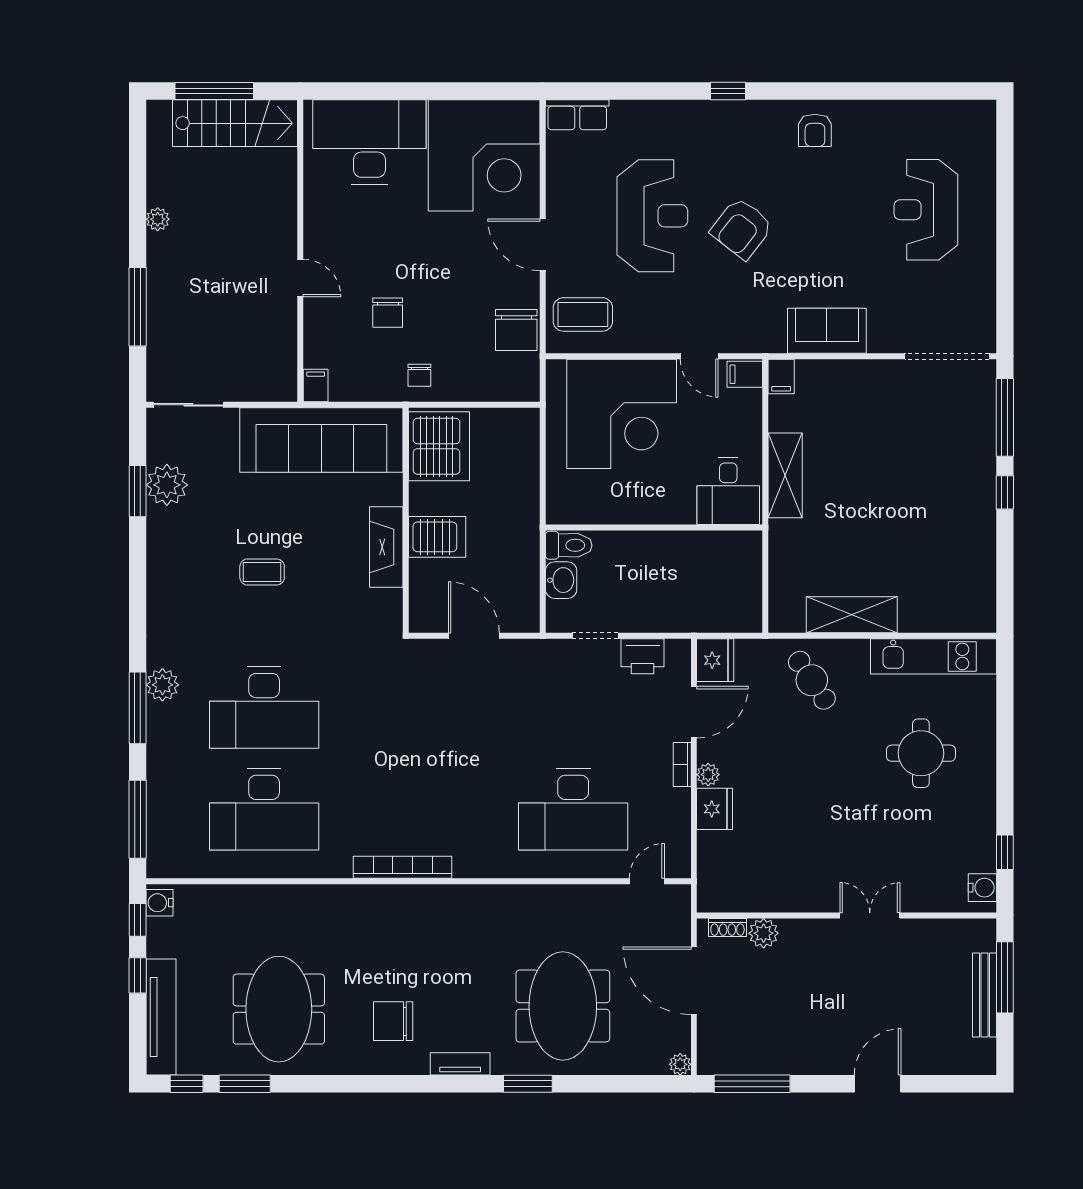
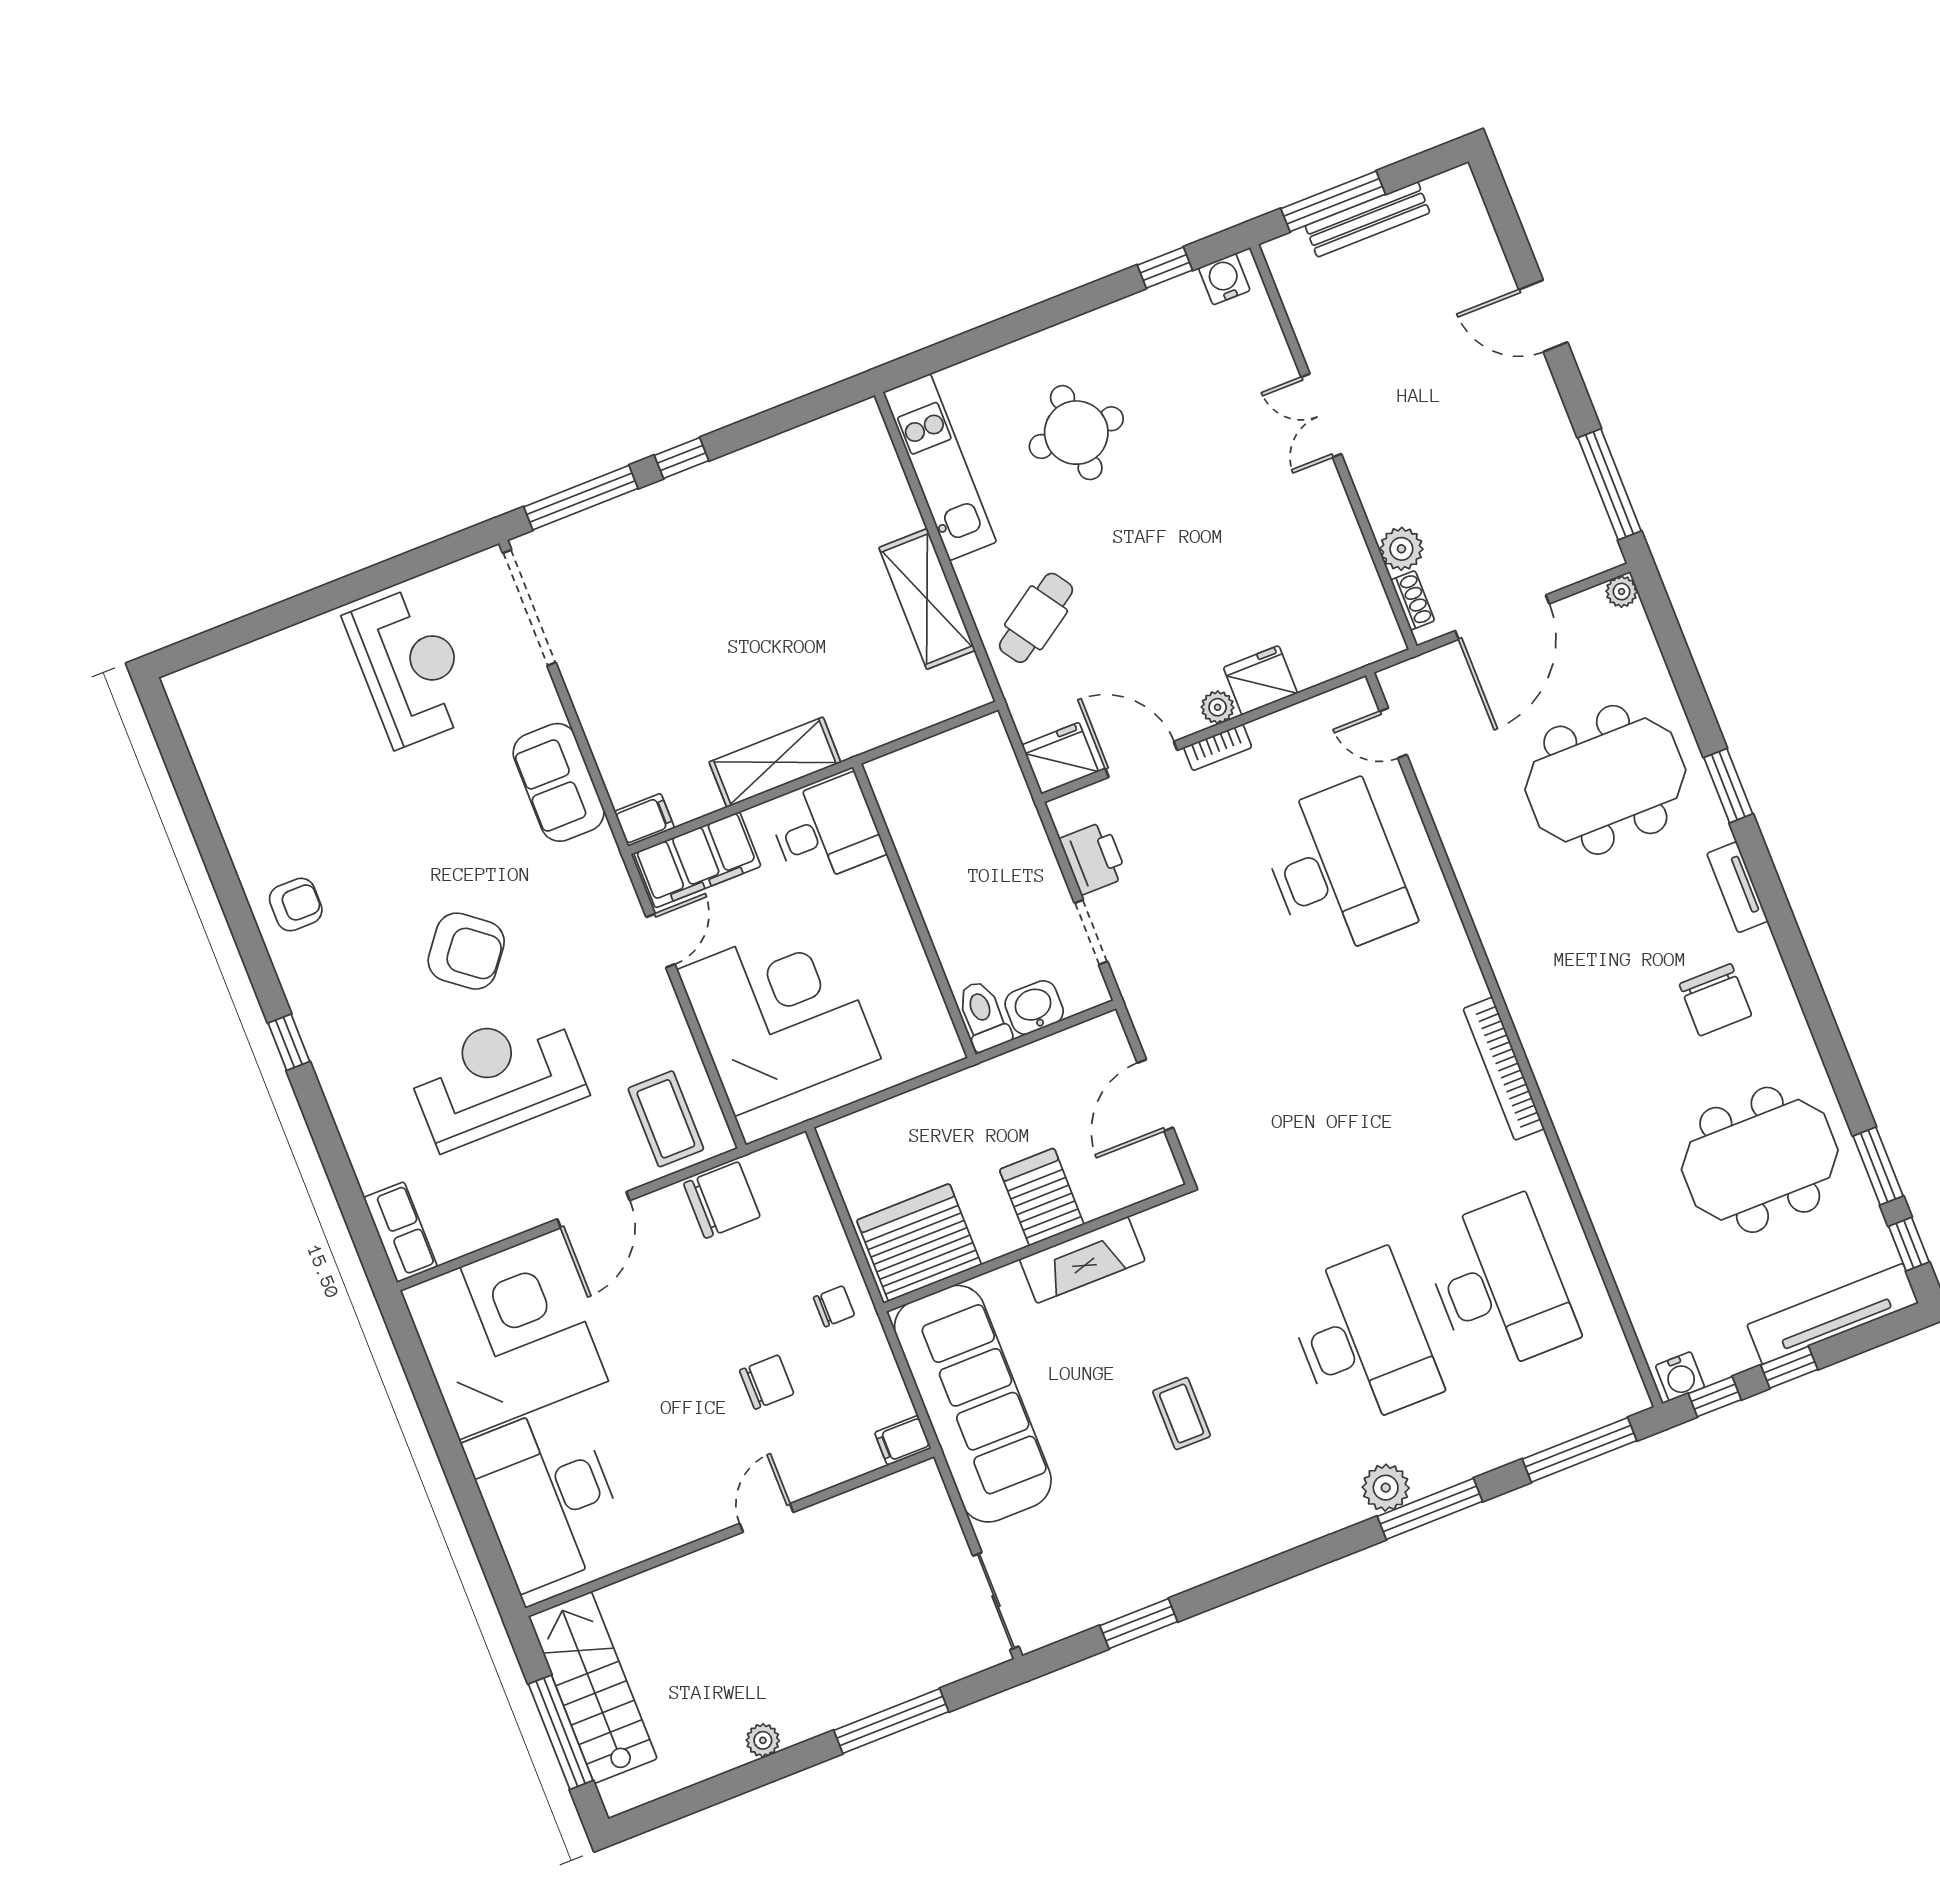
reception desk: (926, 210) -> (410, 667), moved, turned -90
filing cabinet: (745, 374) -> (697, 860), width x3.00, depth x1.17
plant: (167, 485) -> (1115, 1588), removed

